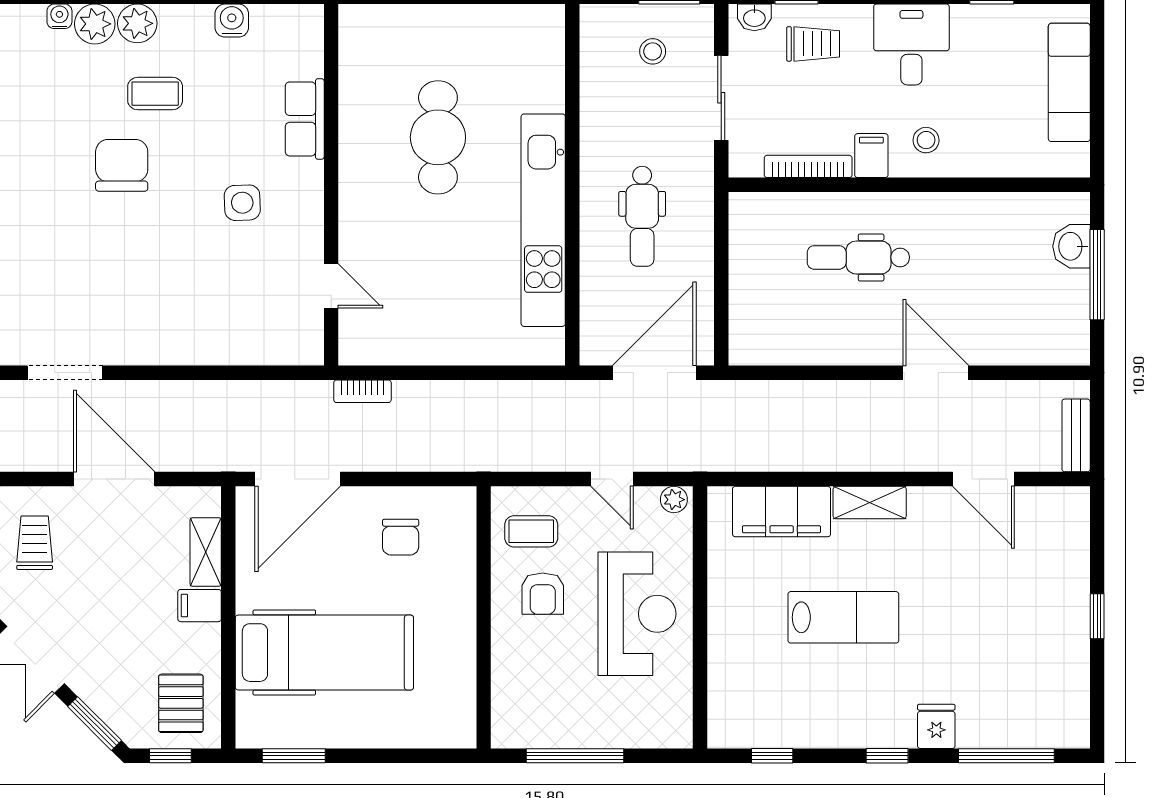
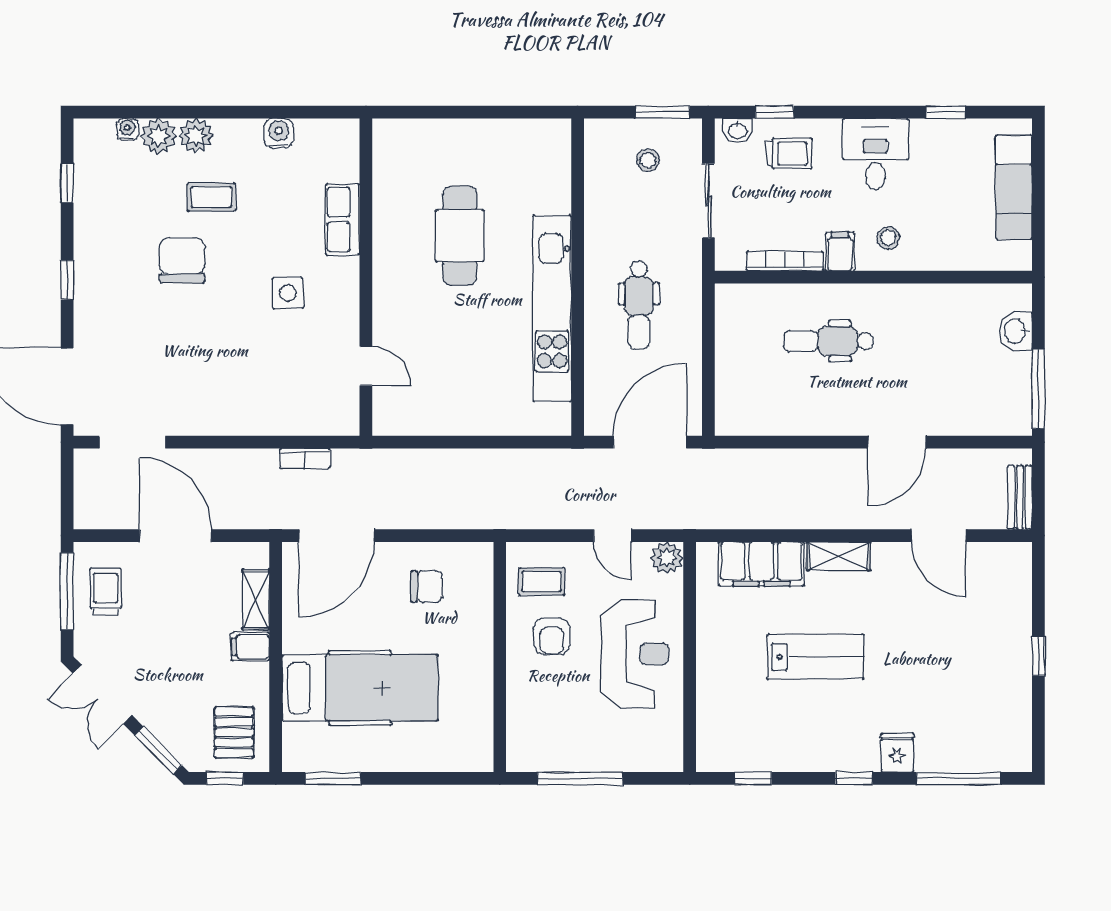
window: (1097, 275) -> (1038, 389), moved
door: (936, 373) -> (897, 442), swing flipped
bookcase: (362, 391) -> (305, 458), moved
plant: (674, 500) -> (667, 558), width x1.38, depth x1.38
chair: (401, 537) -> (427, 587), turned -90

